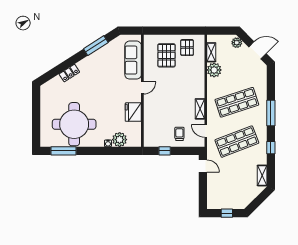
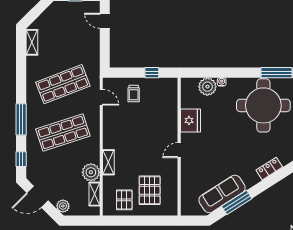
sofa: (133, 60) -> (222, 194), moved, turned -123
shelving: (200, 109) -> (108, 162), moved
window: (271, 148) -> (21, 159), moved
door: (203, 166) -> (105, 21), moved

